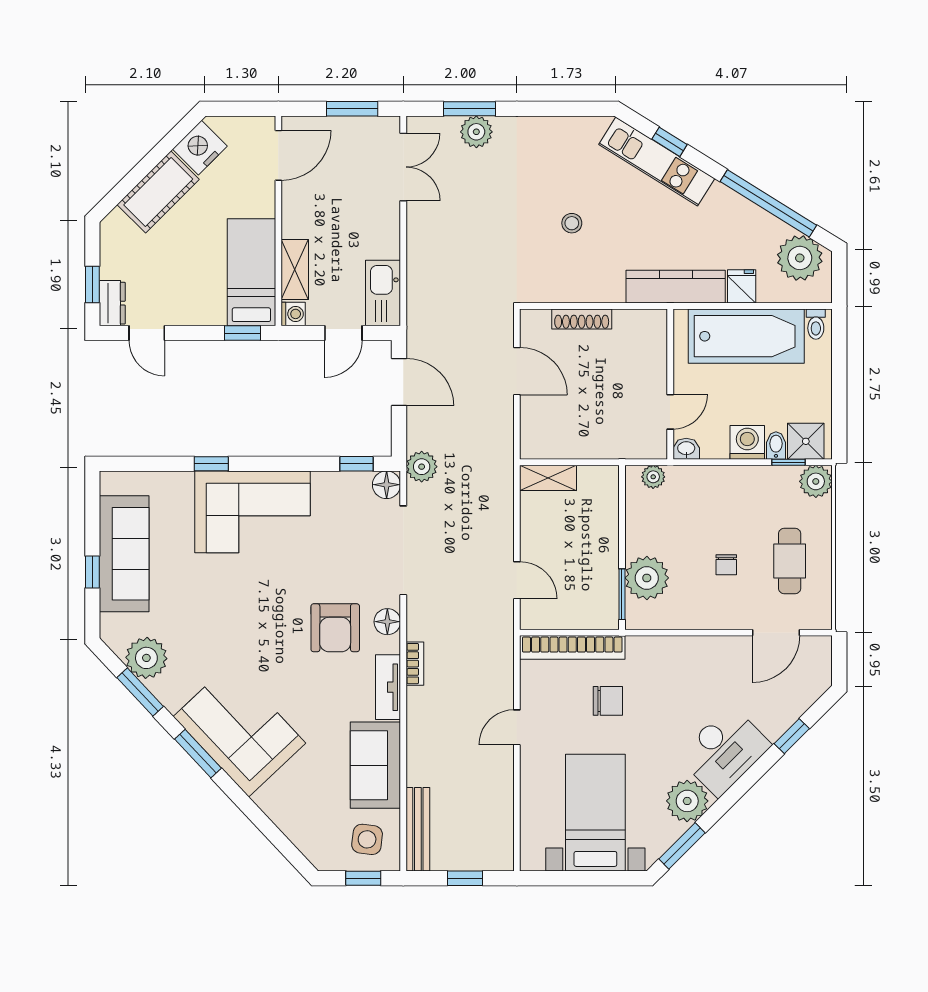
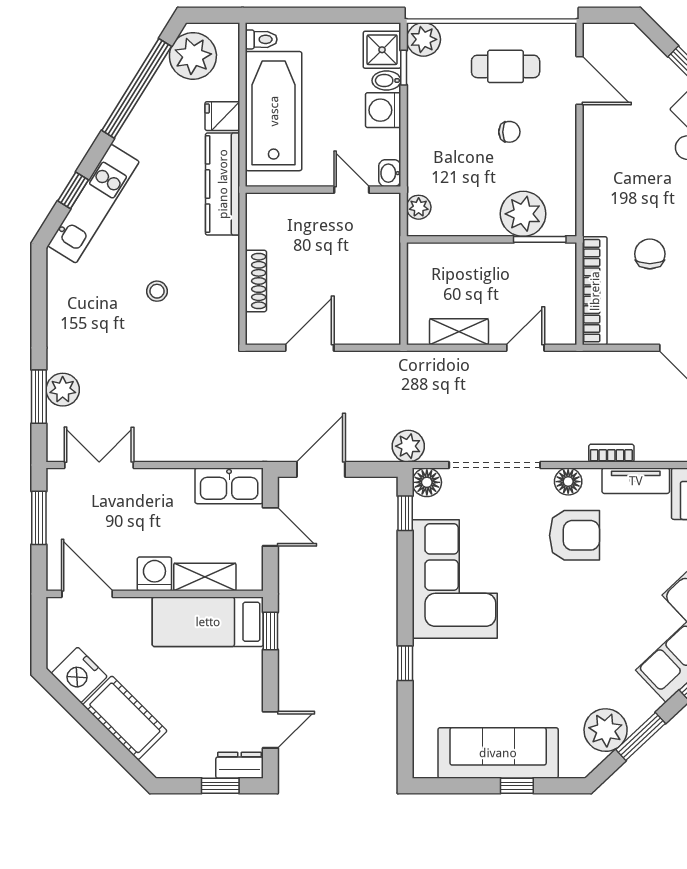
washing machine: (293, 314) -> (154, 574), moved, width x1.38, depth x1.38
shelving: (548, 478) -> (459, 332), moved, turned 90
corner sofa: (253, 512) -> (455, 579), moved

